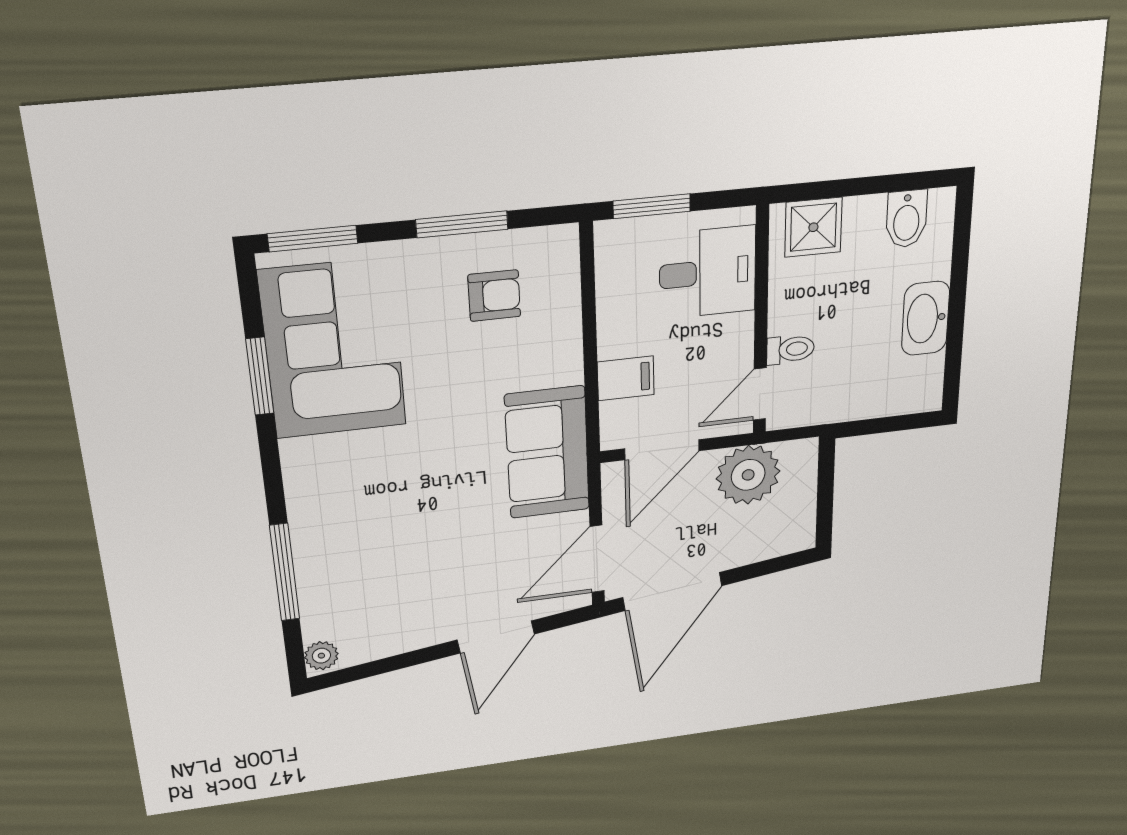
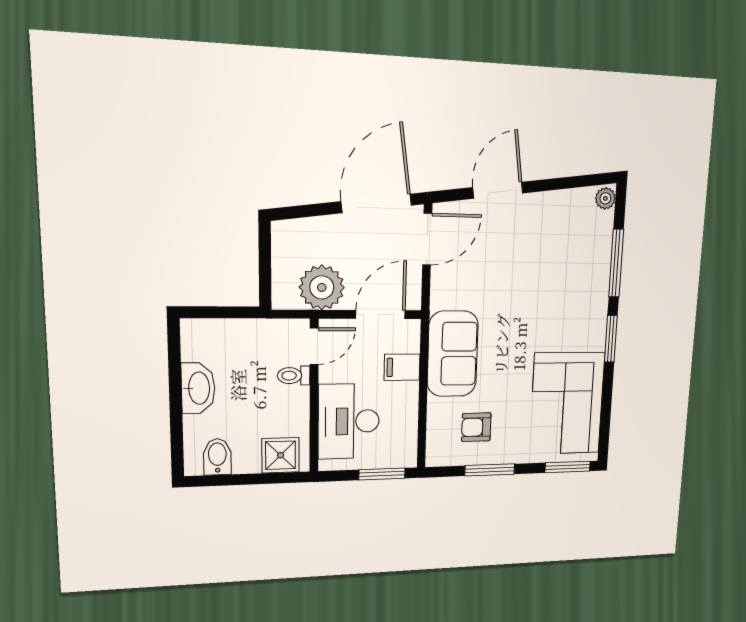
desk: (708, 272) -> (349, 421), width x1.37
window: (260, 376) -> (611, 339), moved
sofa: (547, 453) -> (453, 354), moved

